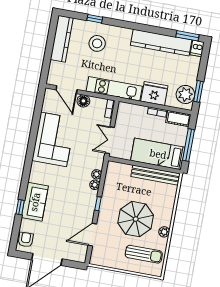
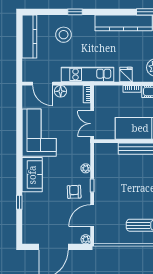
window: (95, 19) -> (75, 12), moved
fridge: (154, 94) -> (126, 75), width x0.53, depth x0.75
plant: (97, 174) -> (86, 239), moved
sofa: (35, 202) -> (32, 175), moved
parasol: (136, 219) -> (130, 193), removed
armchair: (26, 240) -> (74, 192), moved

